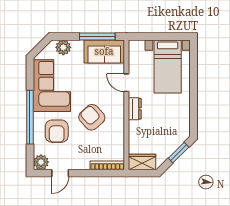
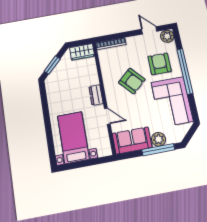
window: (97, 36) -> (158, 150), moved
plant: (63, 47) -> (158, 139), moved
door: (60, 173) -> (149, 30), hinge flipped

